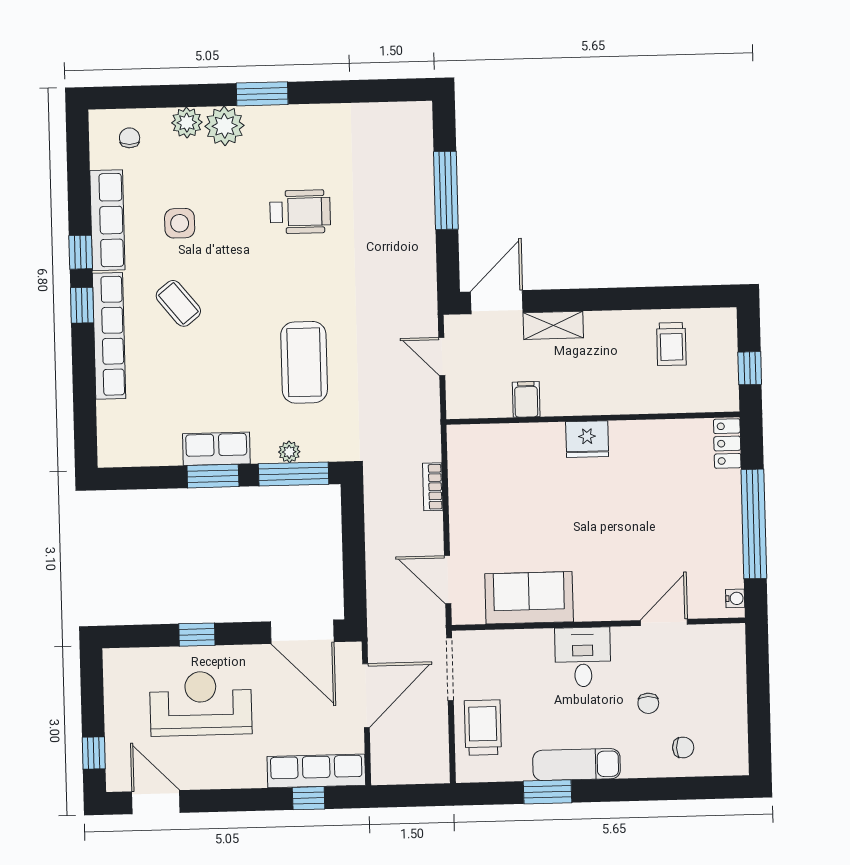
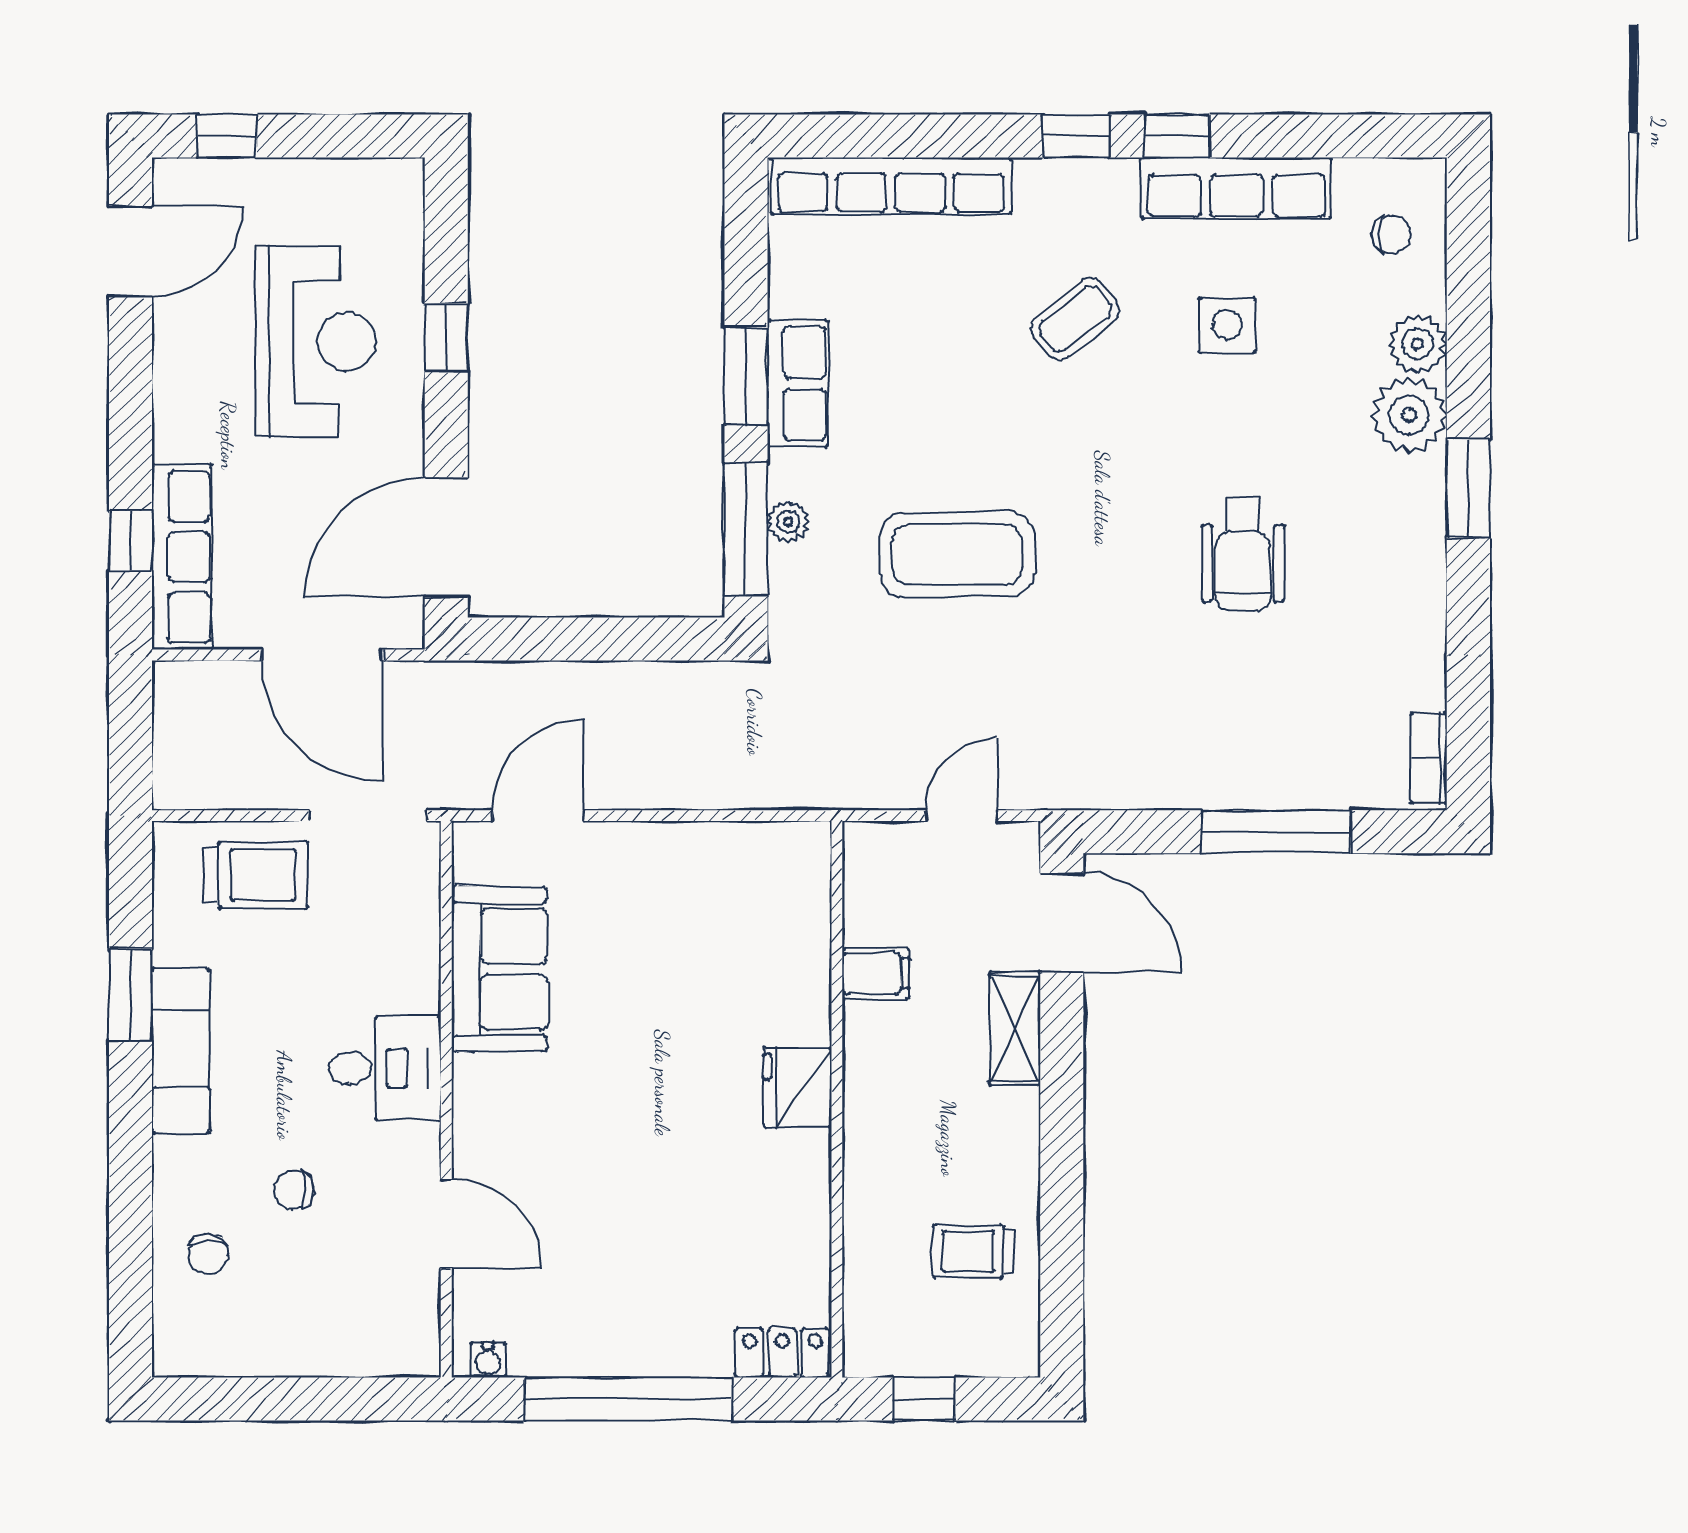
row of seats: (109, 336) -> (891, 186), moved
bookcase: (433, 487) -> (1429, 758), moved, turned -90

